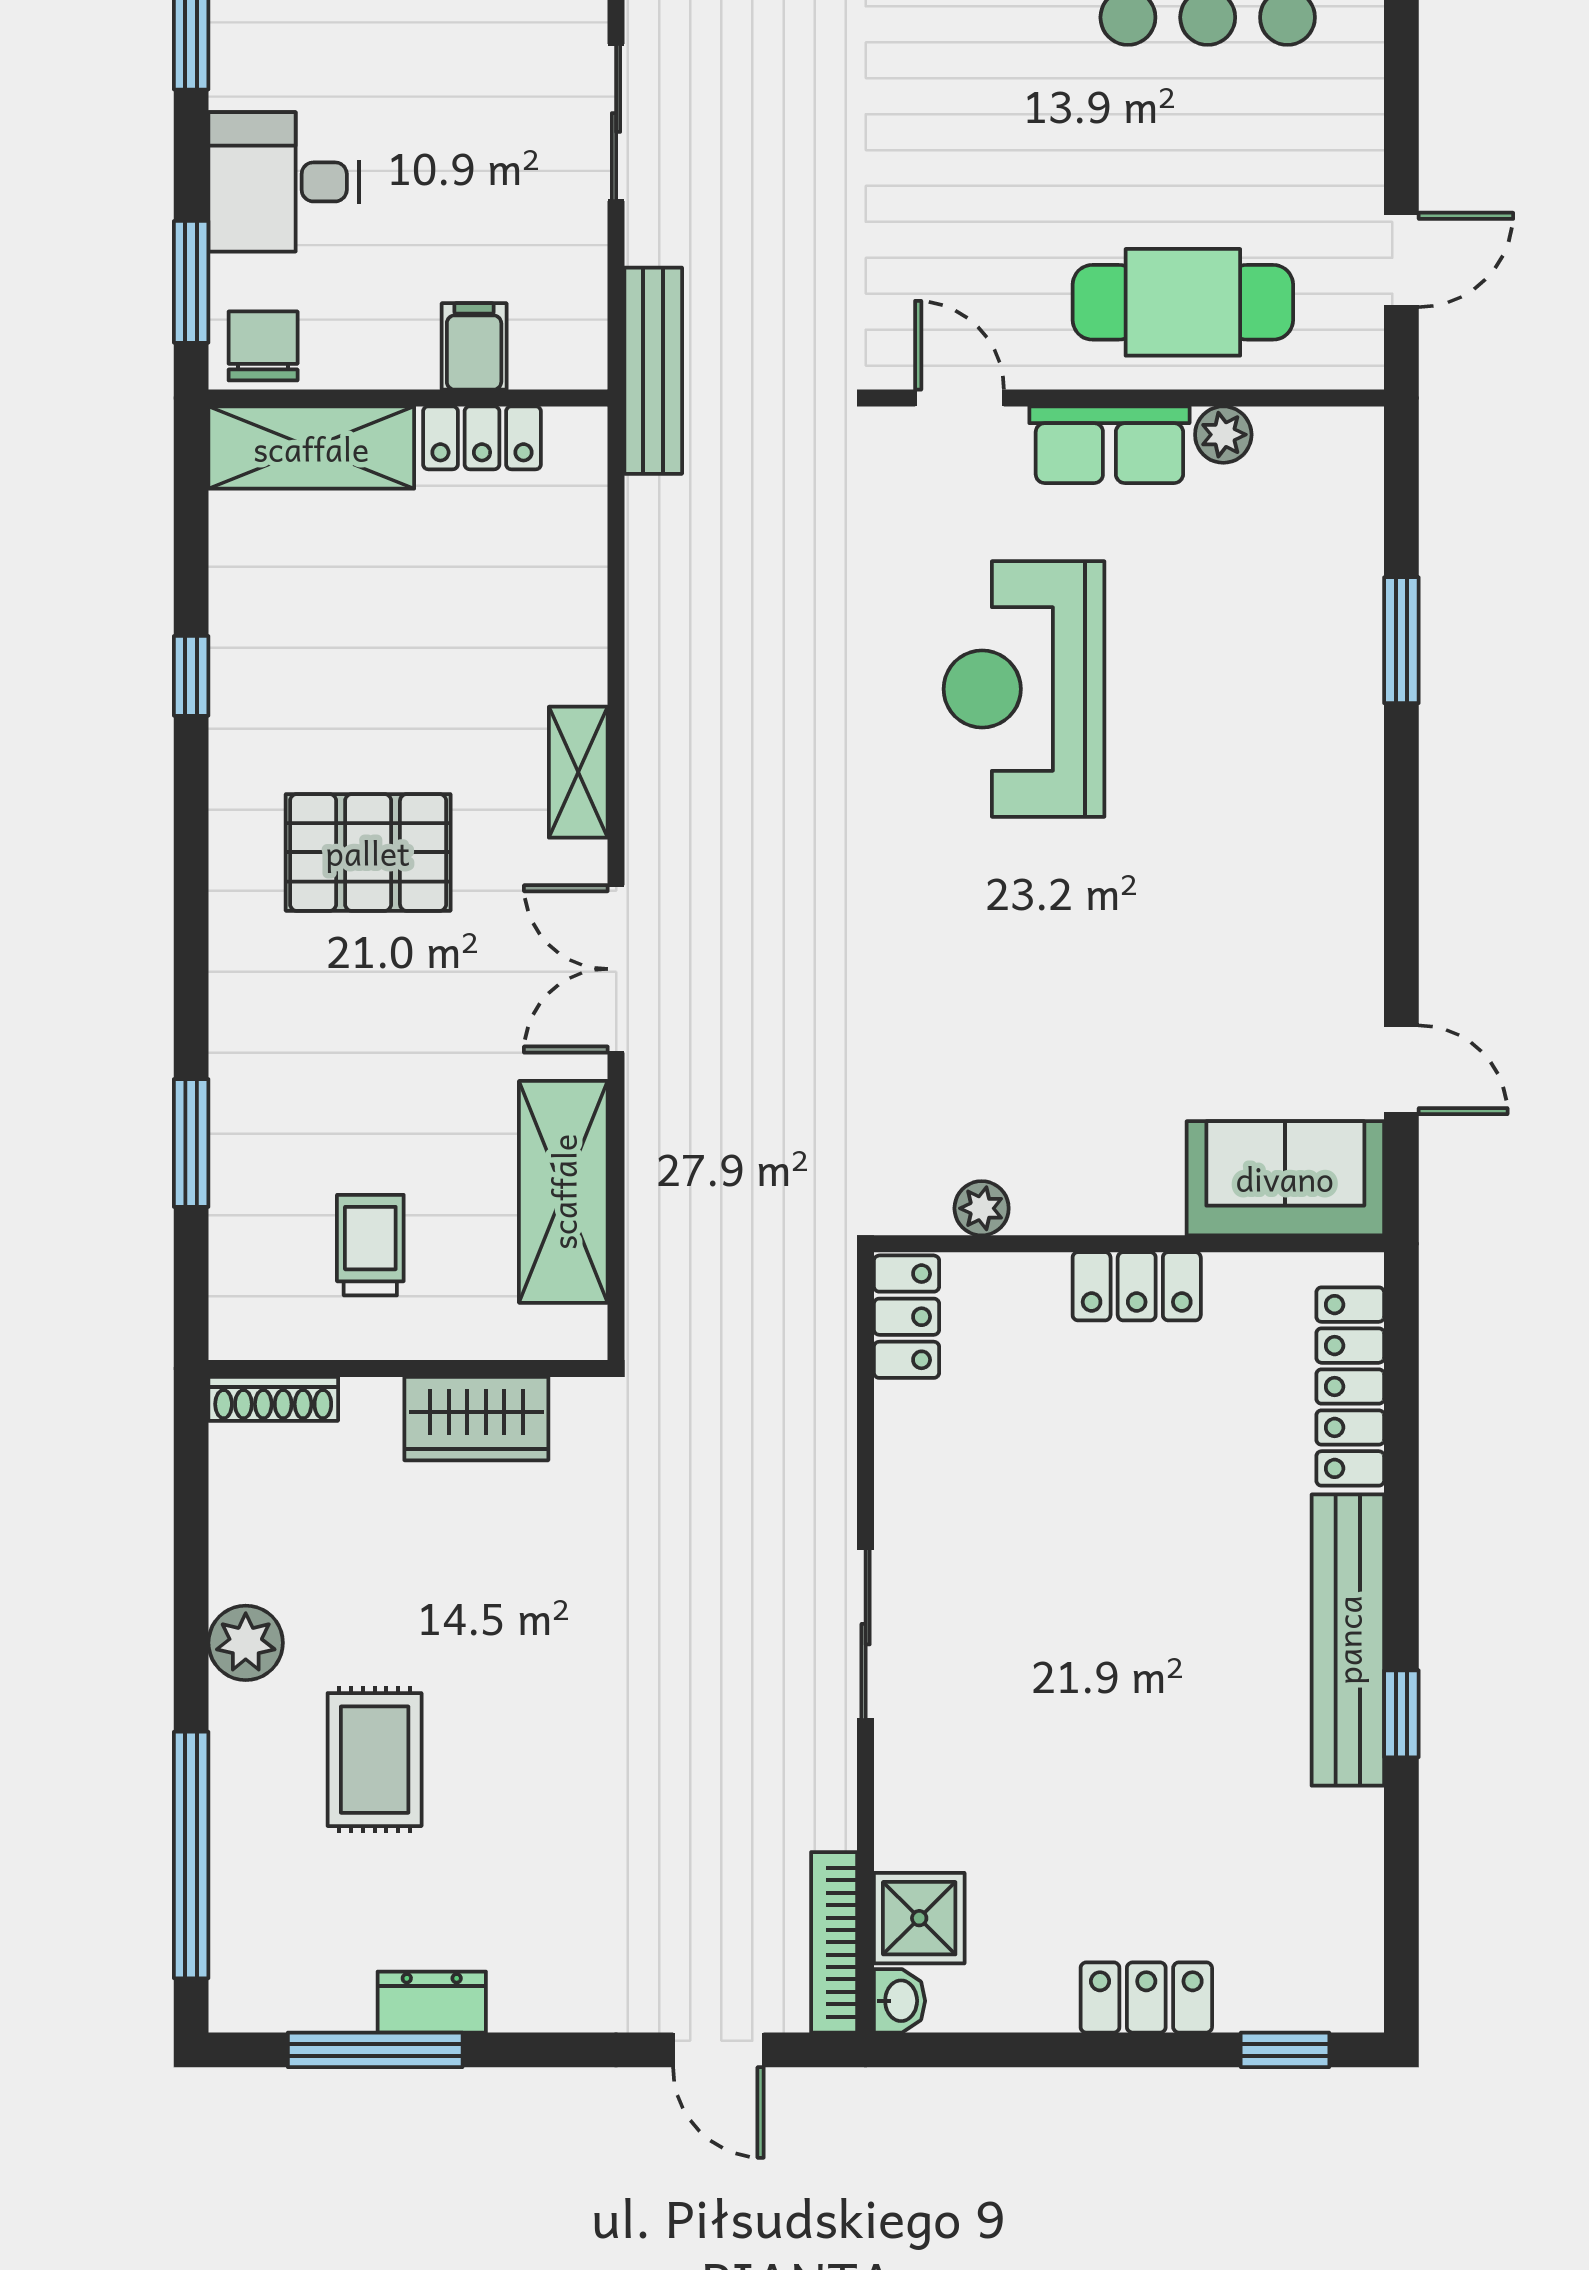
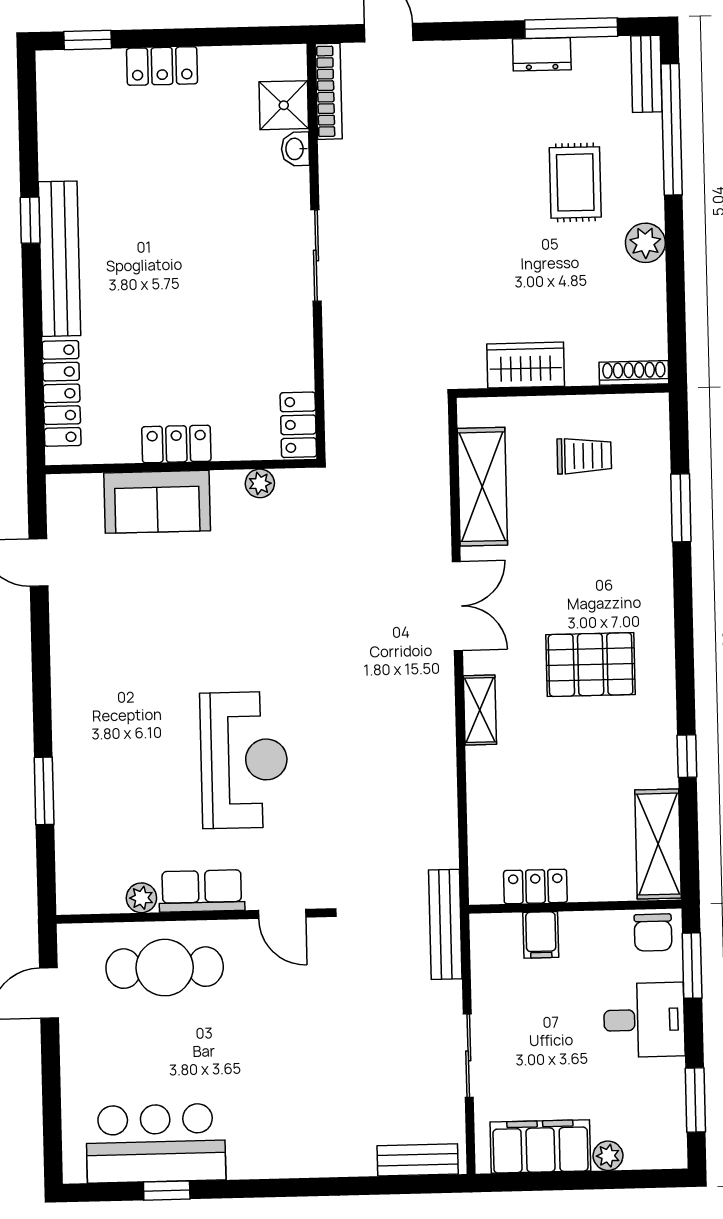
shelving: (311, 448) -> (658, 844), moved, turned 90
sofa: (1285, 1178) -> (157, 502), moved
trolley: (370, 1245) -> (584, 456), turned -90
bench: (236, 1960) -> (646, 74), added
washbasin: (900, 2001) -> (295, 149), moved

